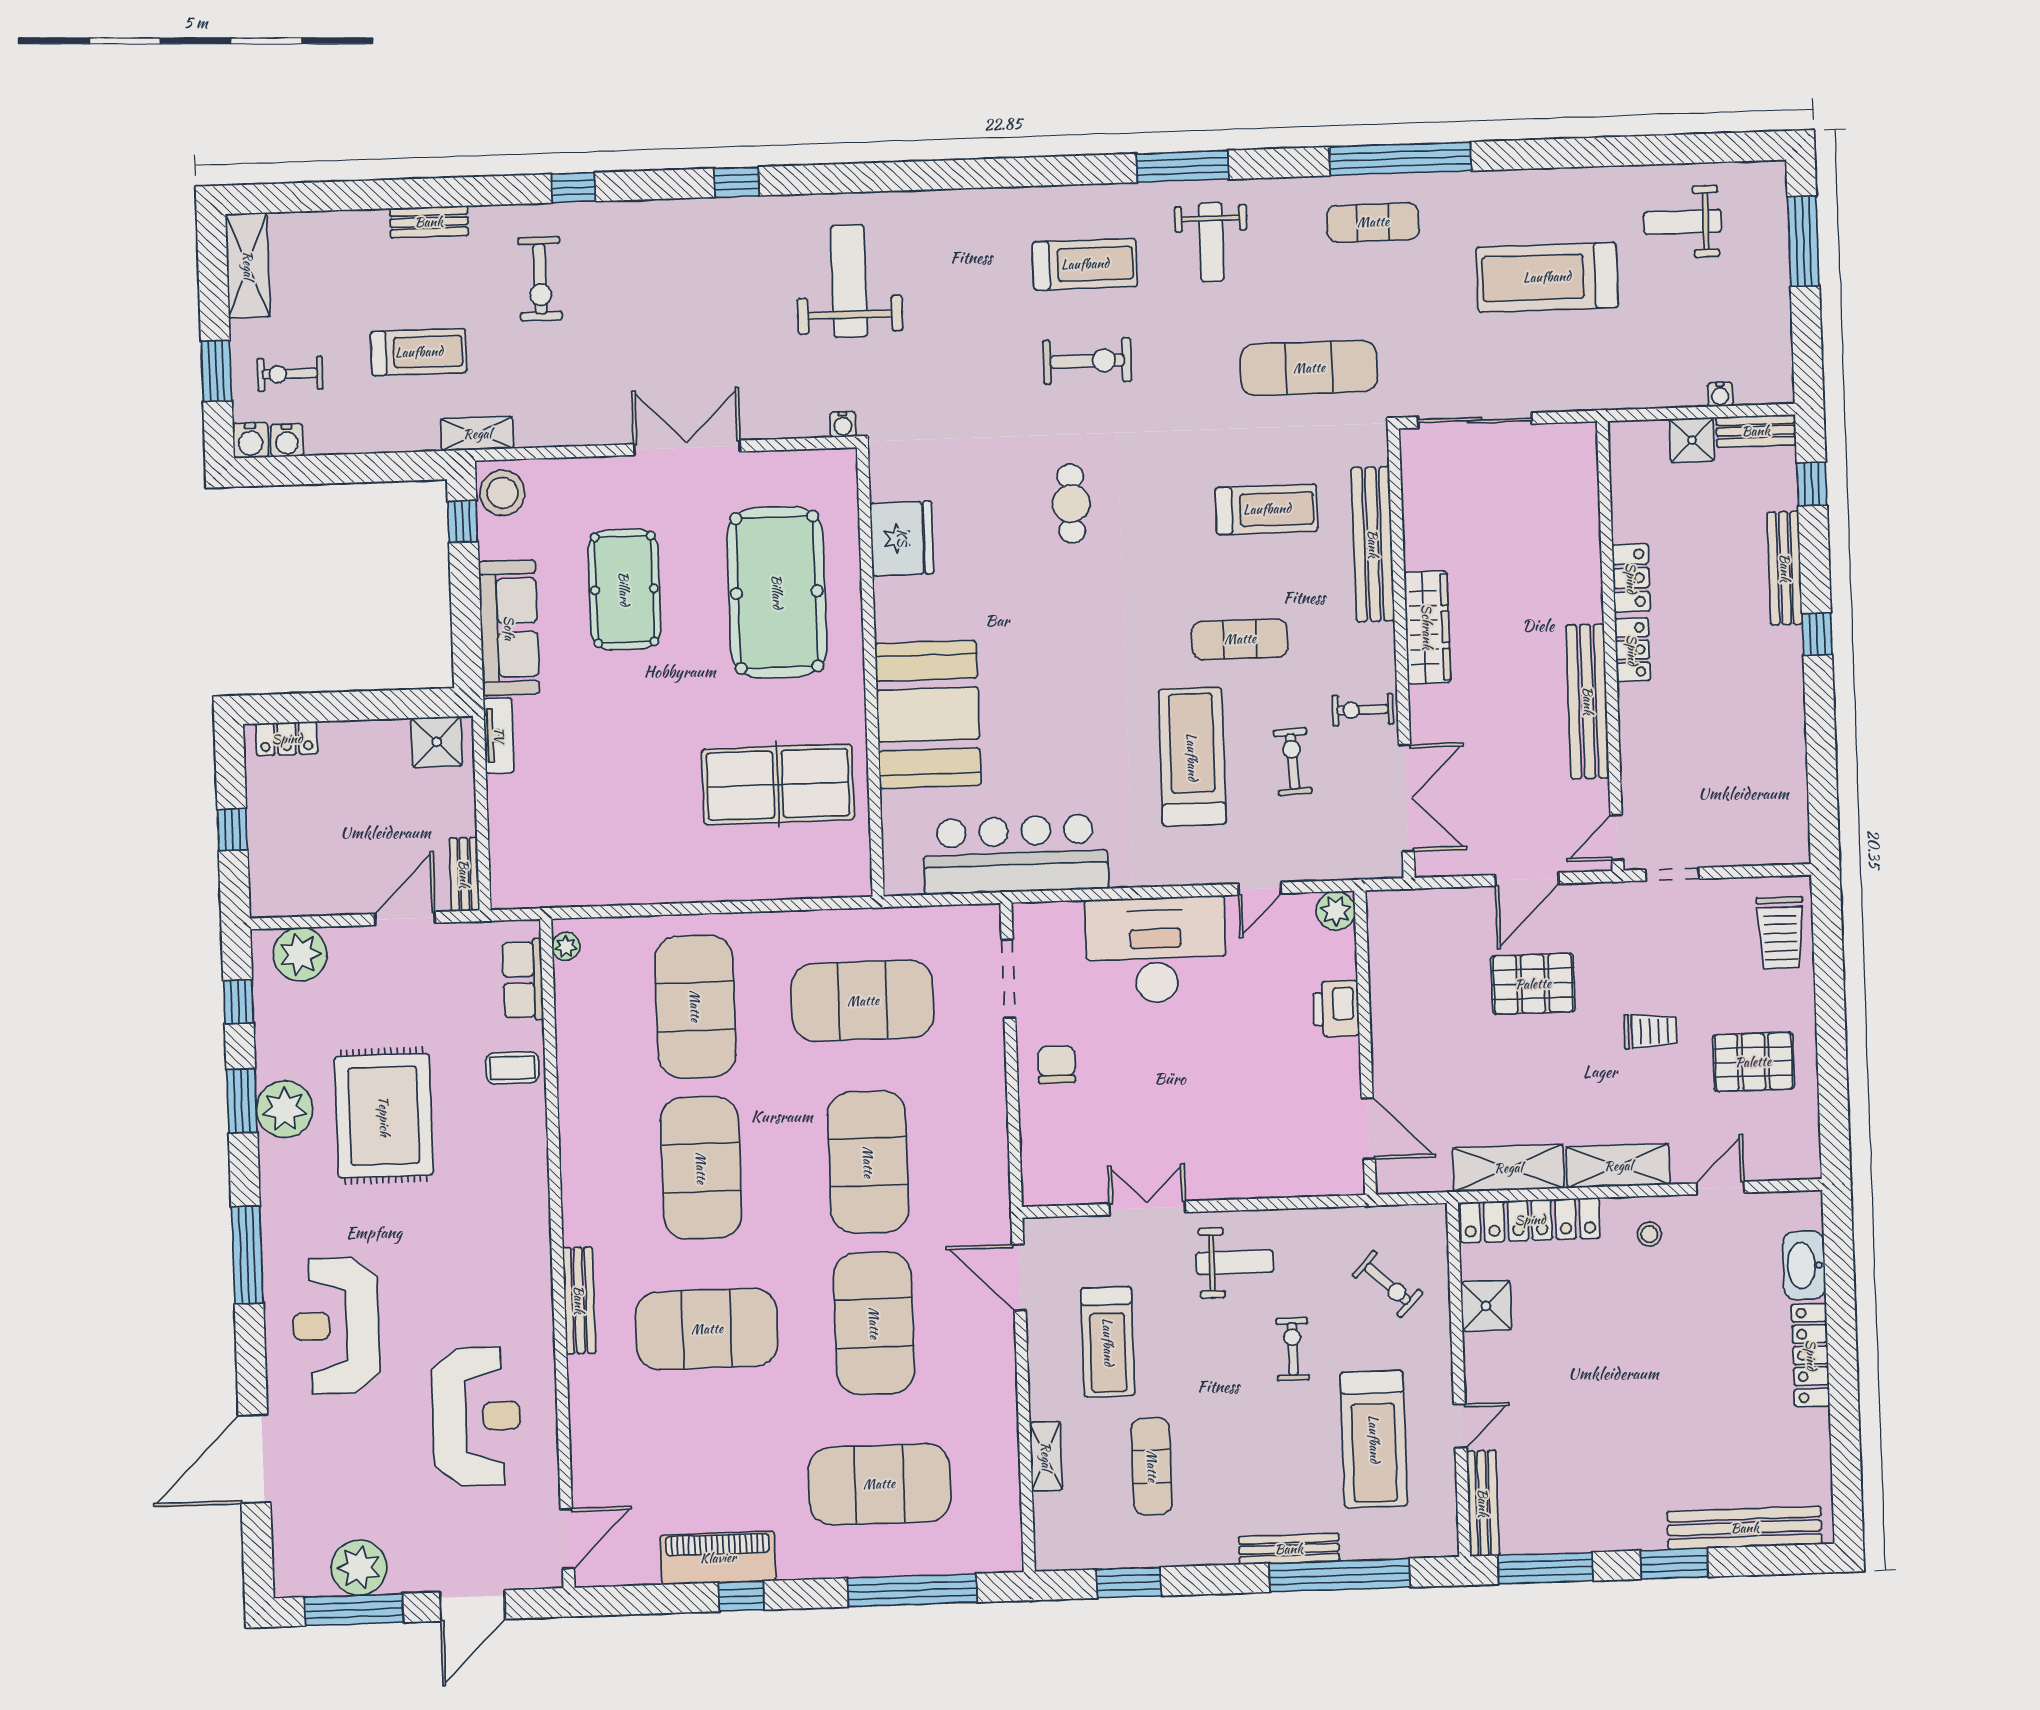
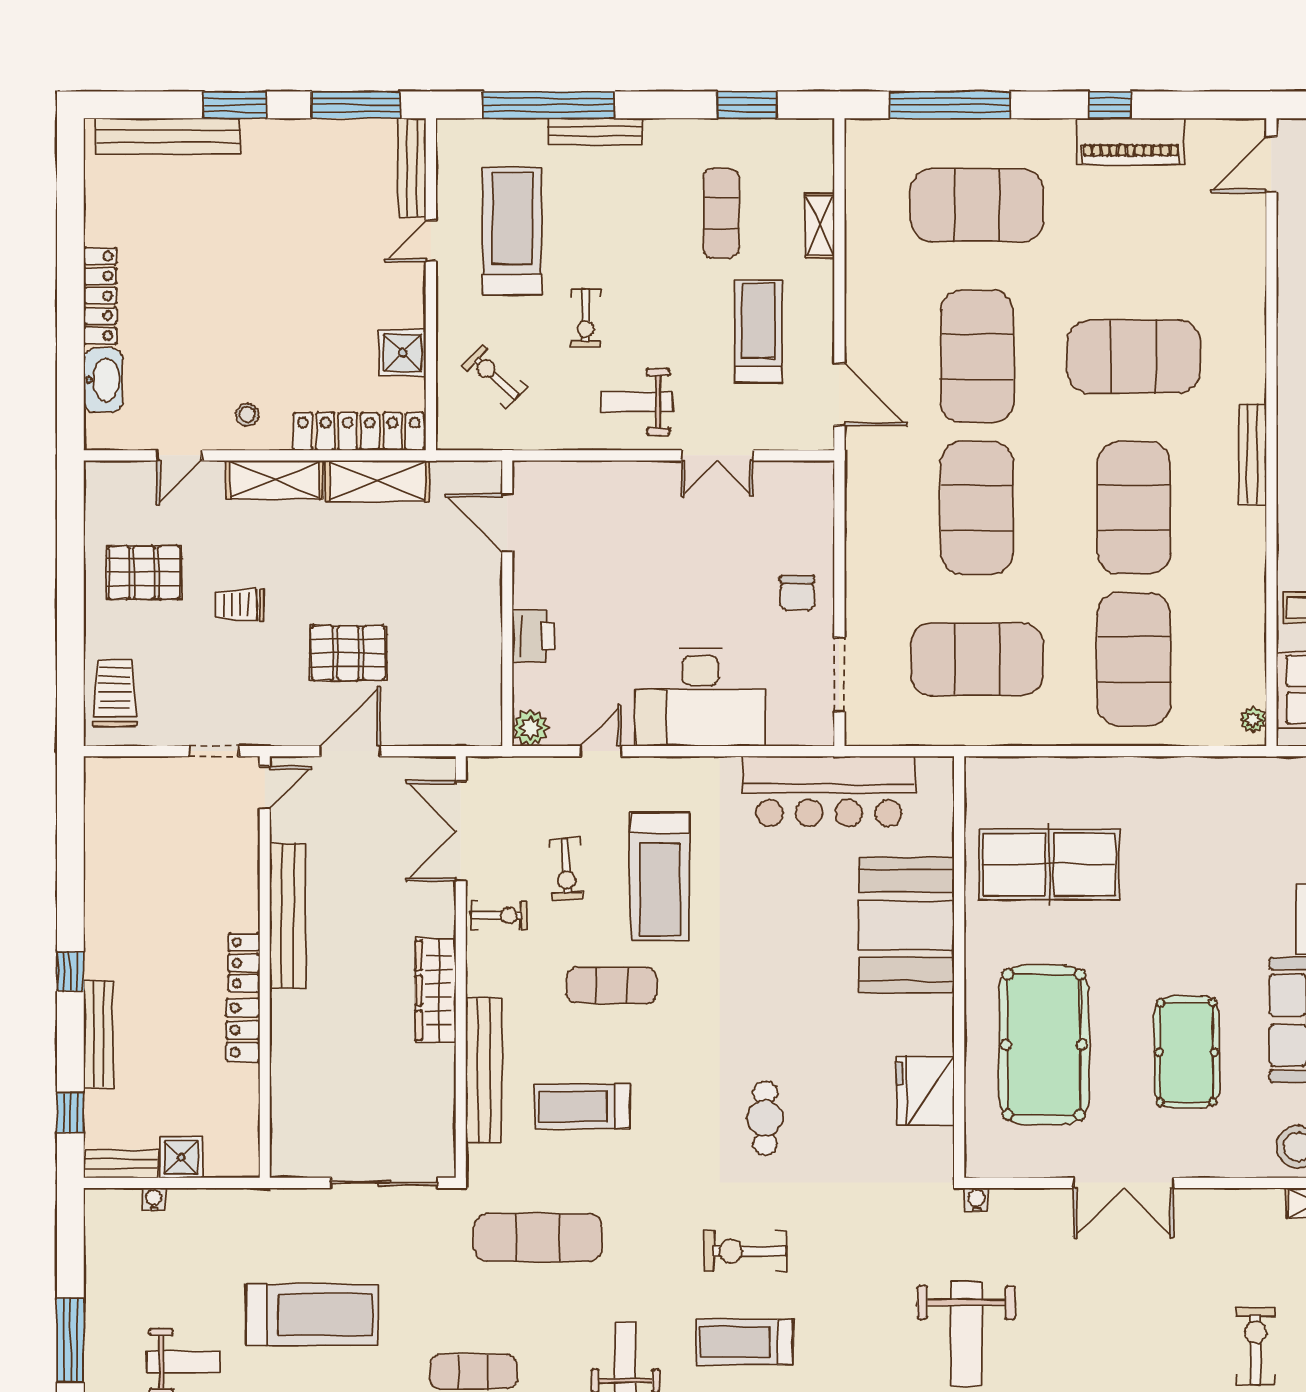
bench: (579, 1300) -> (1252, 454), moved

